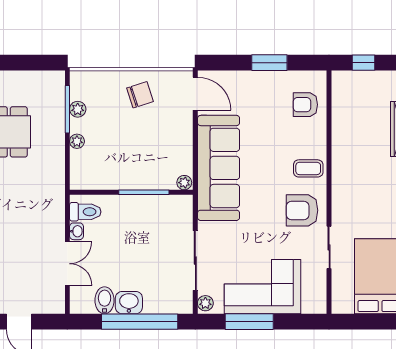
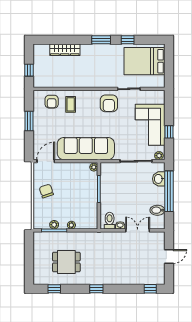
coffee table: (308, 168) -> (71, 104), moved
washbasin: (129, 303) -> (159, 179), moved
window: (249, 322) -> (169, 132), width x0.46

